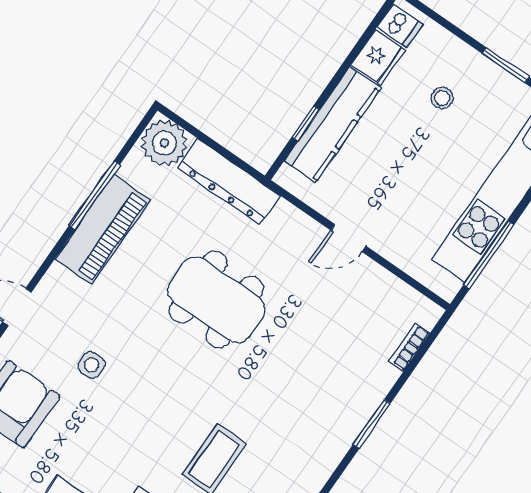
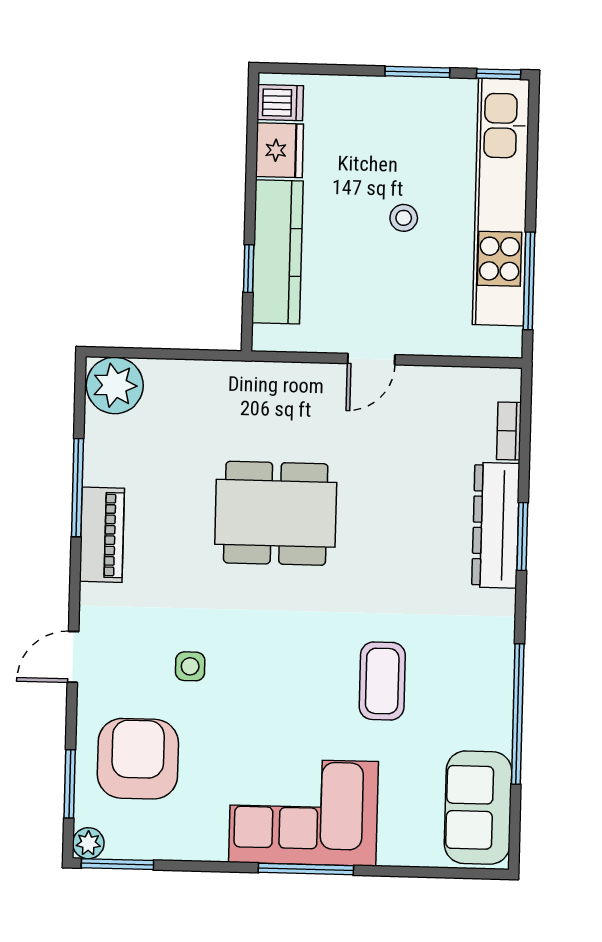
stool: (442, 98) -> (404, 218), moved
dresser: (229, 182) -> (496, 525), moved, turned 90
piano: (103, 229) -> (102, 535), width x0.73, depth x0.75

